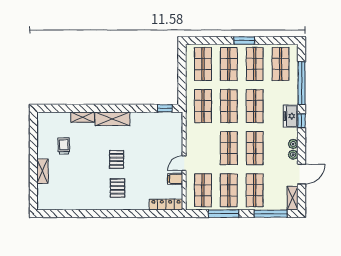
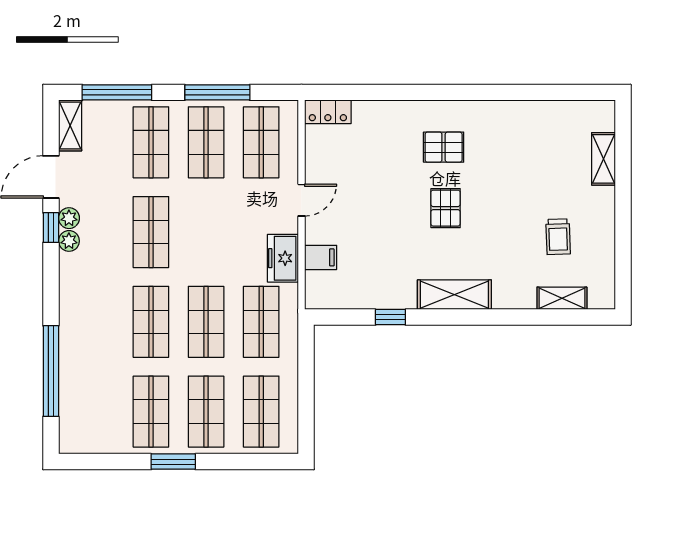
shop shelf: (281, 64) -> (96, 412), removed
window: (165, 108) -> (390, 317), moved
freezer: (291, 116) -> (283, 258), moved, turned 180
shelving: (83, 117) -> (562, 298), moved
window: (302, 121) -> (51, 228), moved
shop shelf: (229, 148) -> (206, 232), removed
shelving: (42, 171) -> (604, 159), moved
filing cabinet: (175, 179) -> (321, 257), moved
pallet: (117, 188) -> (444, 147), turned 90
locker: (166, 205) -> (328, 112), width x0.66

